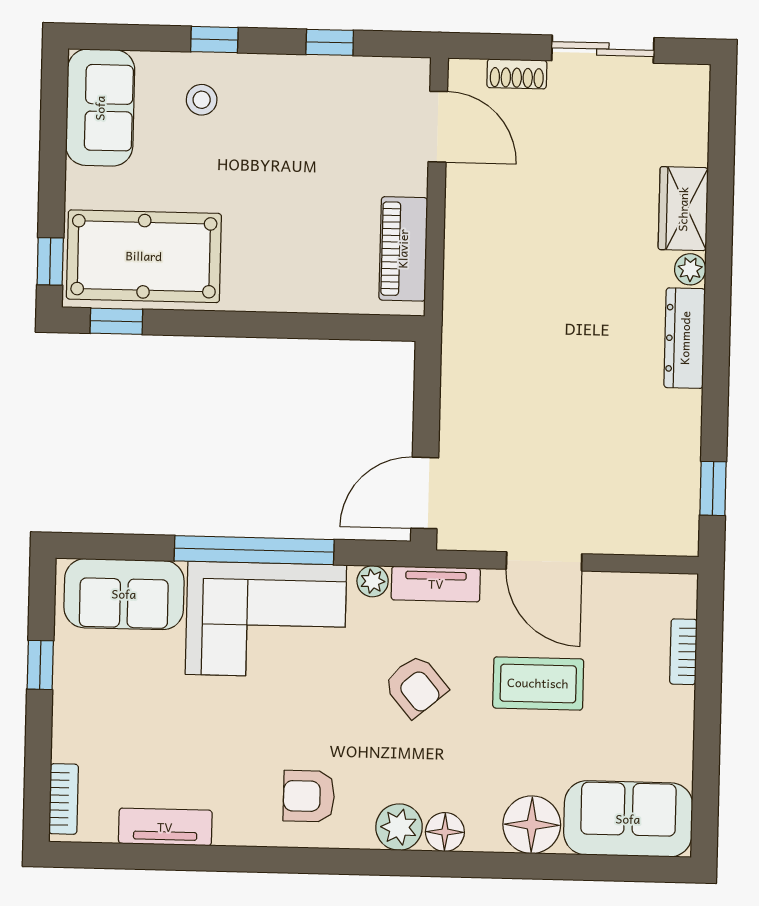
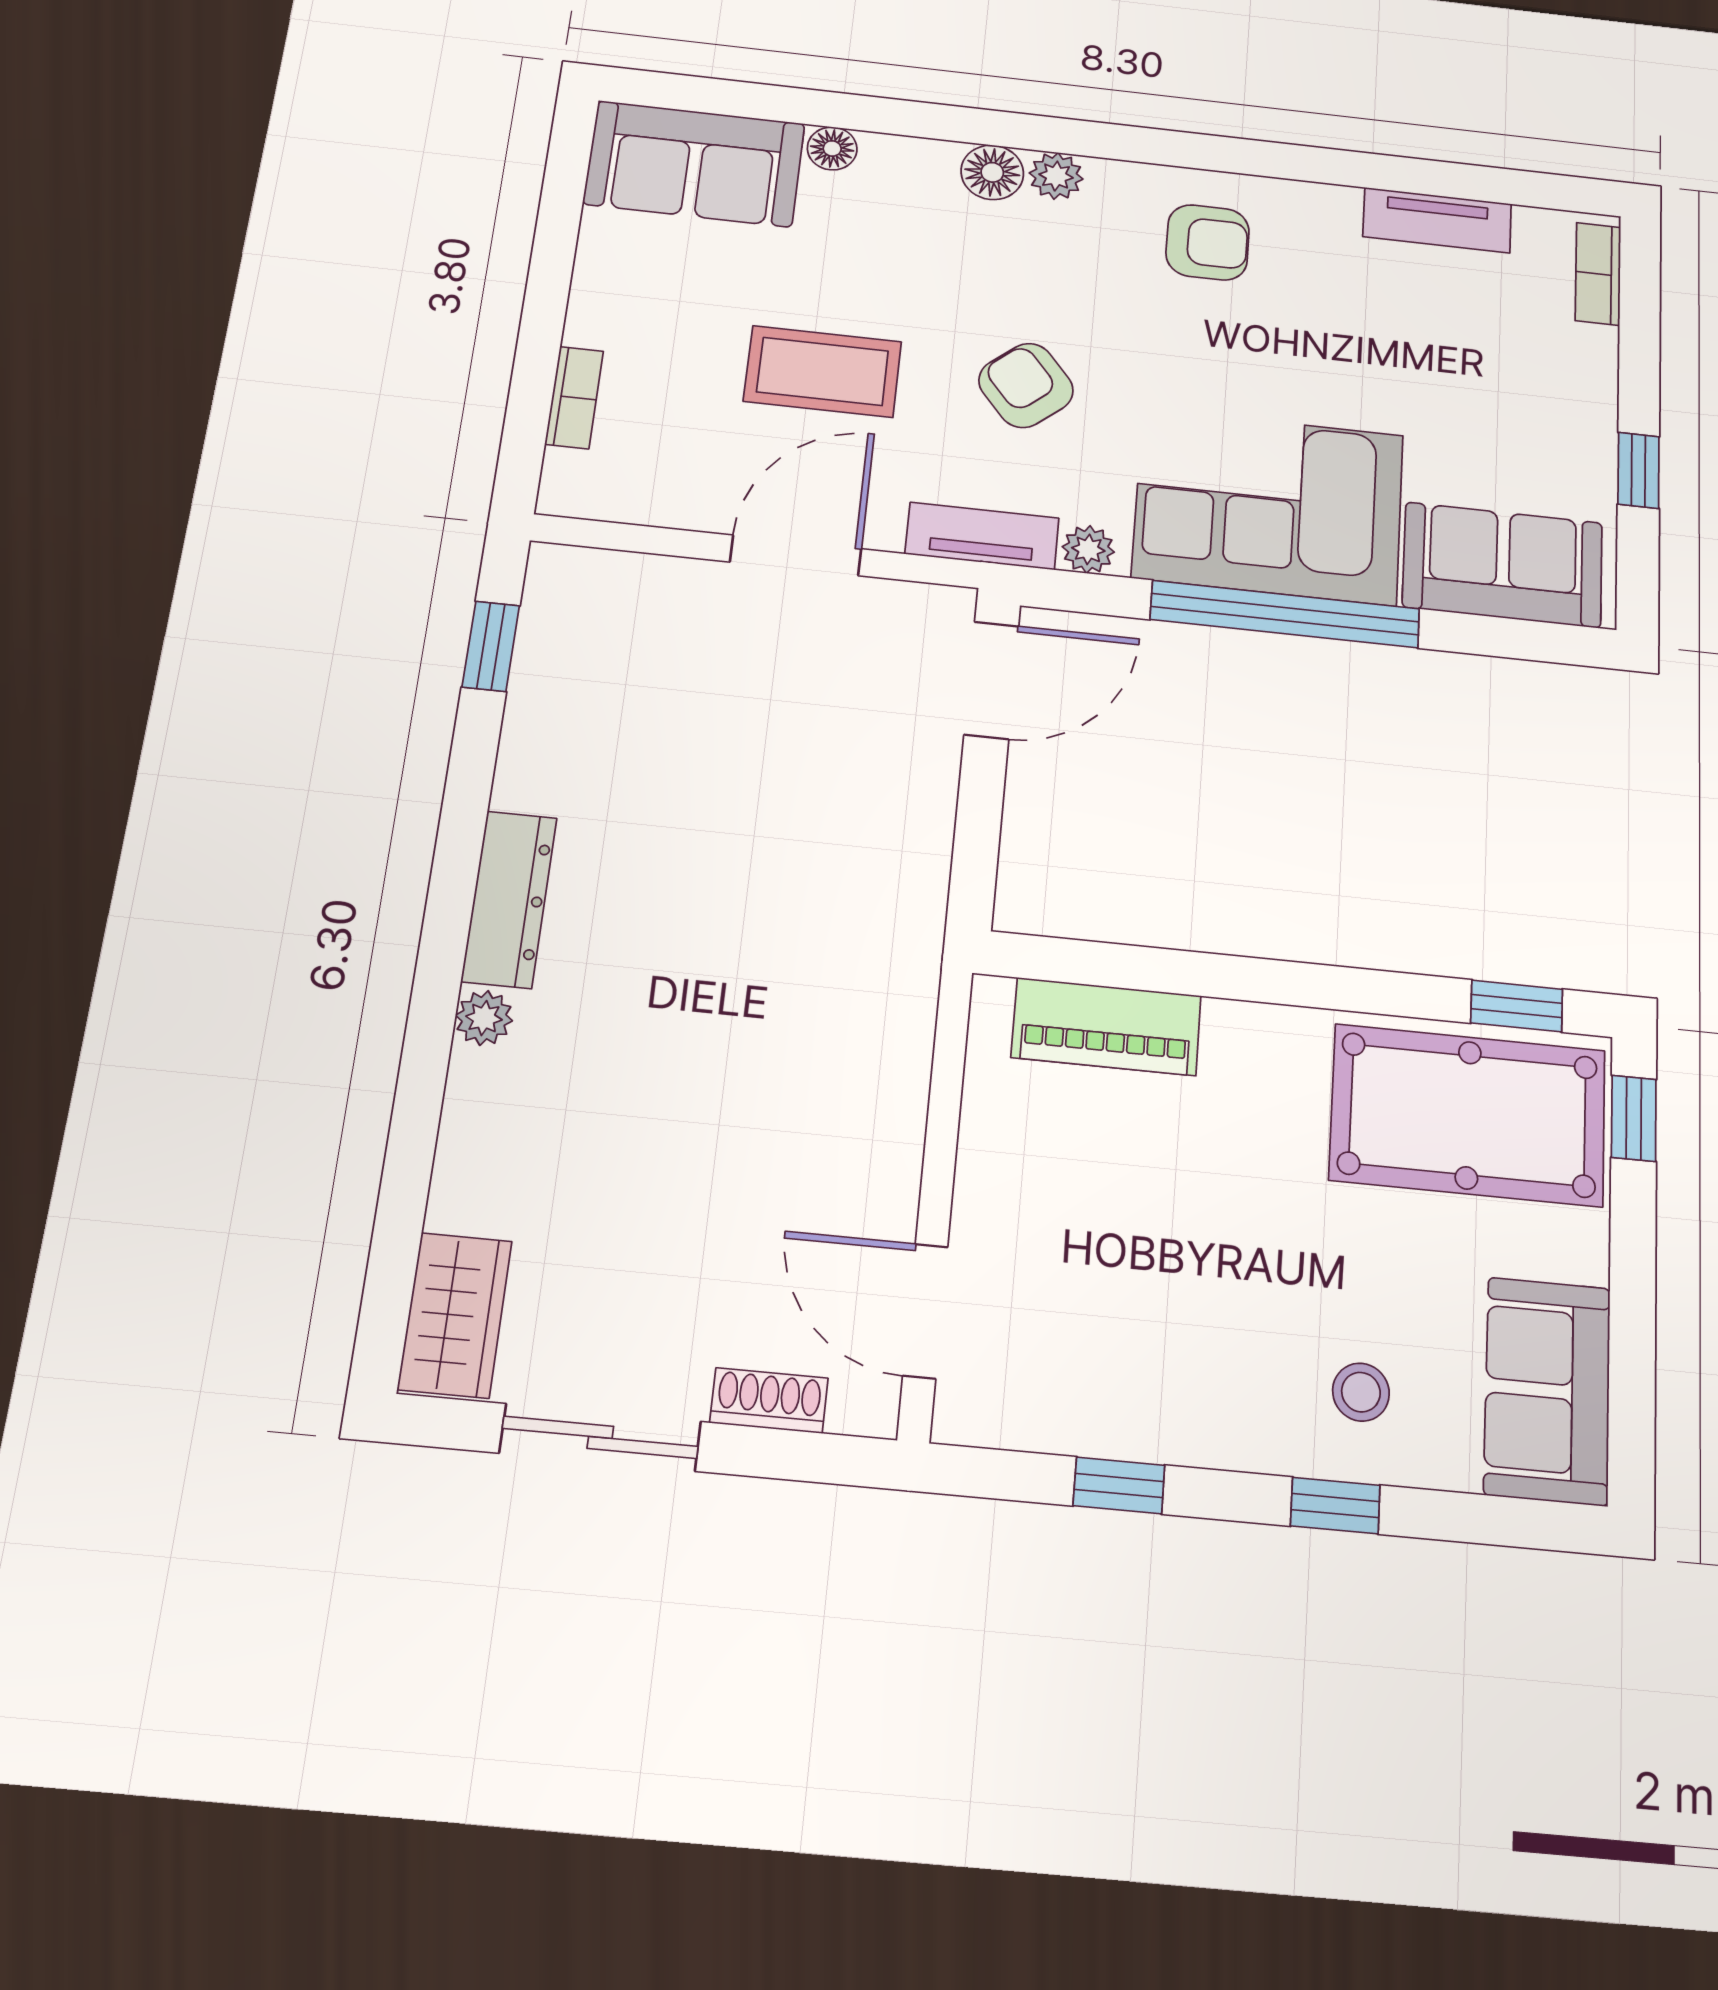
wardrobe: (683, 209) -> (455, 1315), moved
piano: (403, 249) -> (1106, 1026), moved, turned 90
door: (544, 561) -> (796, 555), hinge flipped
floor lamp: (532, 825) -> (832, 148), width x0.53, depth x0.53
plant: (399, 827) -> (1056, 176), width x0.73, depth x0.73

